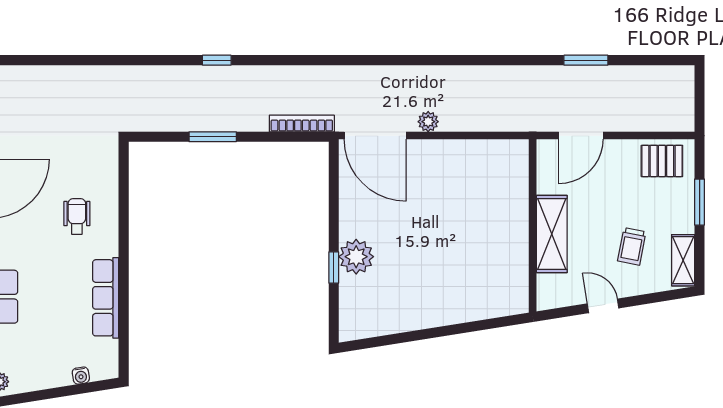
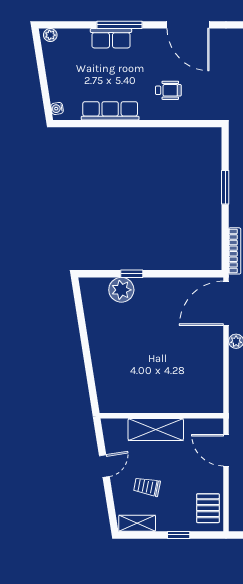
window: (700, 202) -> (179, 535), width x0.67
plant: (356, 257) -> (121, 290), moved
water cooler: (81, 376) -> (57, 108), moved

